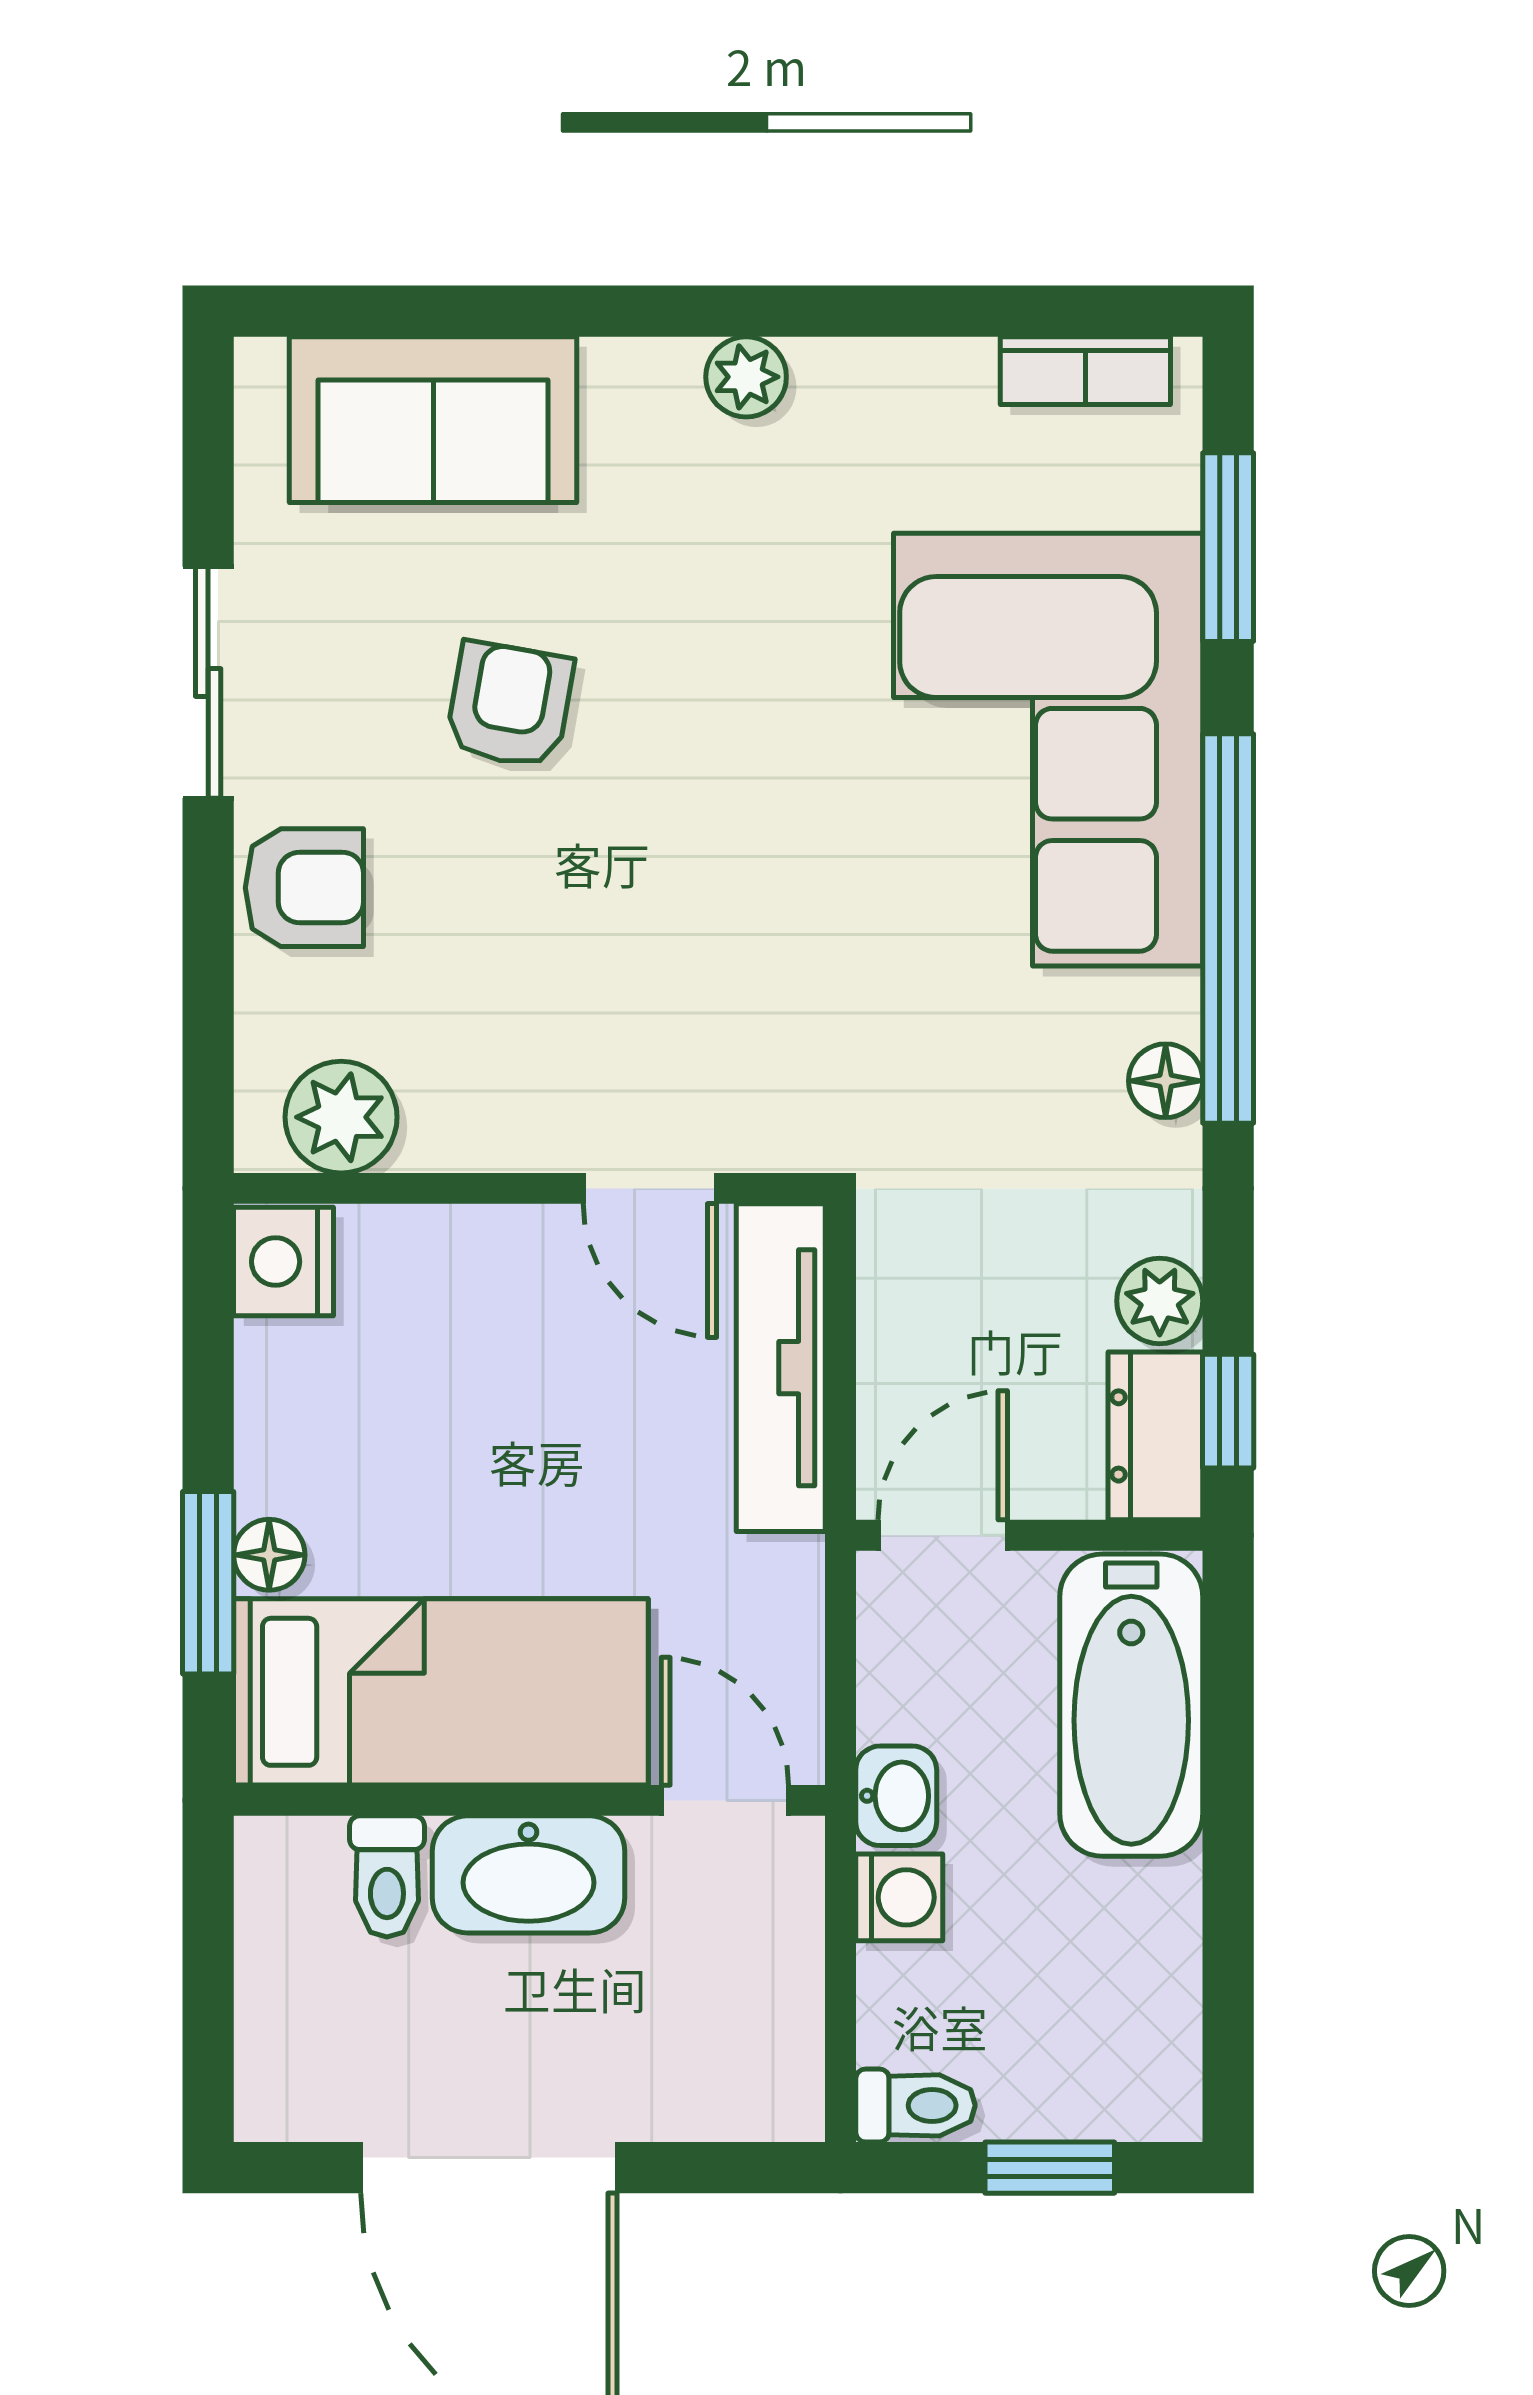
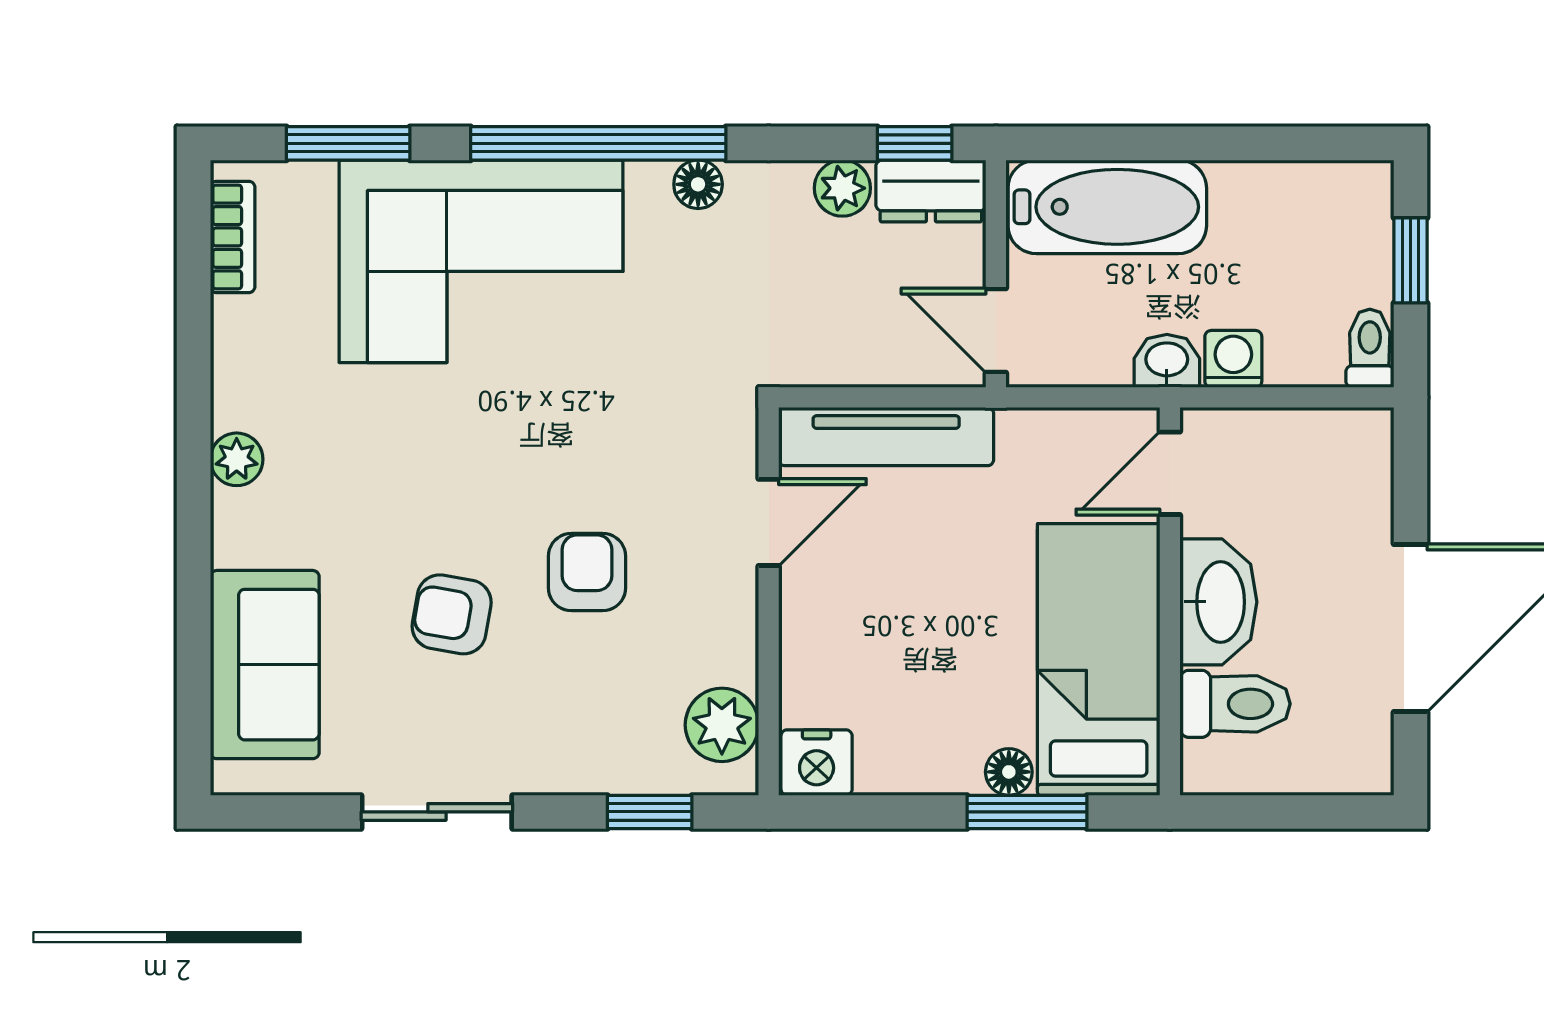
armchair: (304, 888) -> (587, 572), moved
window: (208, 1007) -> (650, 812), added
toilet: (387, 1876) -> (1235, 704), width x1.37, depth x1.39

